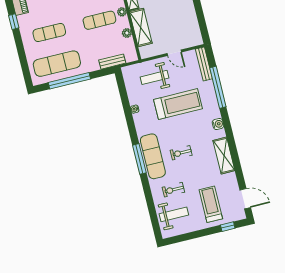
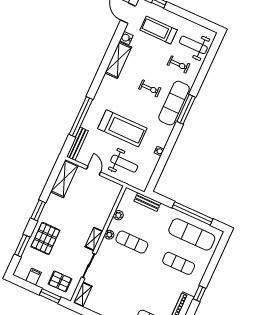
shelving: (141, 28) -> (64, 179), moved
treadmill: (178, 104) -> (122, 128), turned 180
water cooler: (218, 124) -> (126, 38), moved
treadmill: (211, 204) -> (158, 30), turned 90

